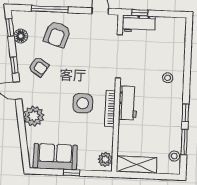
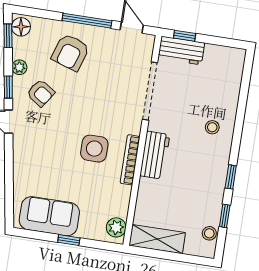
window: (50, 9) -> (87, 21), moved
floor lamp: (21, 36) -> (21, 27), moved
plant: (34, 116) -> (19, 67), moved, width x0.53, depth x0.53
window: (184, 142) -> (225, 216), width x0.67

